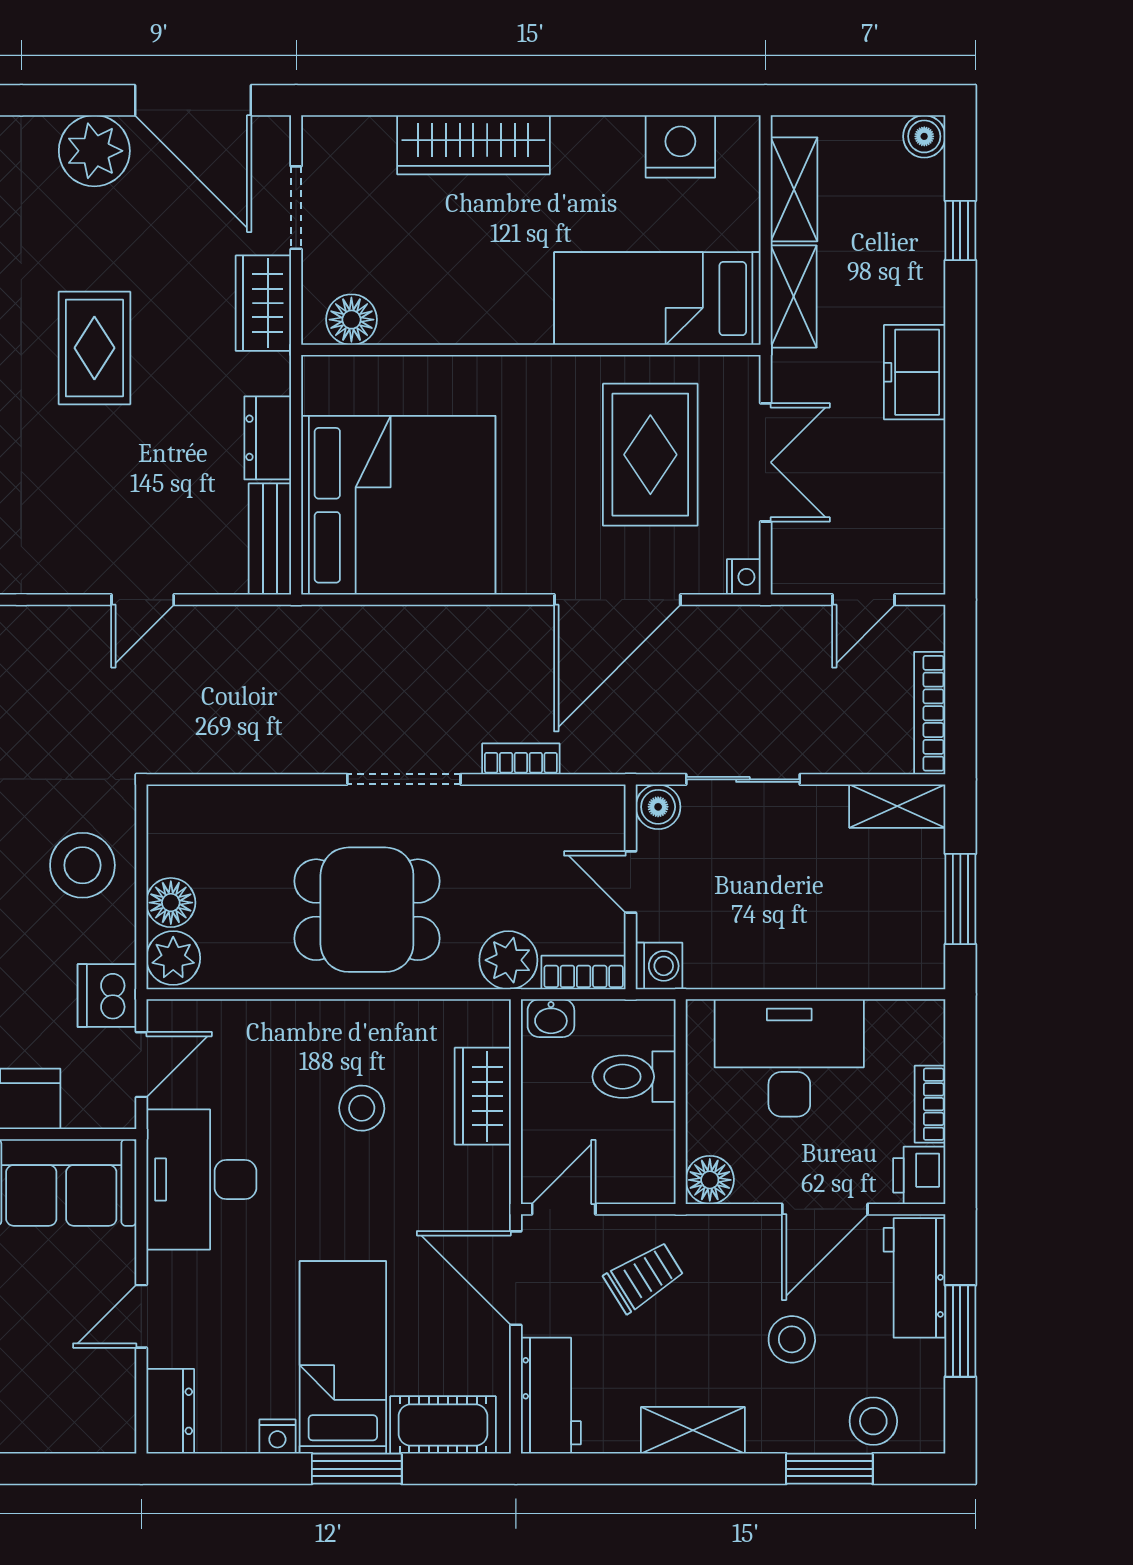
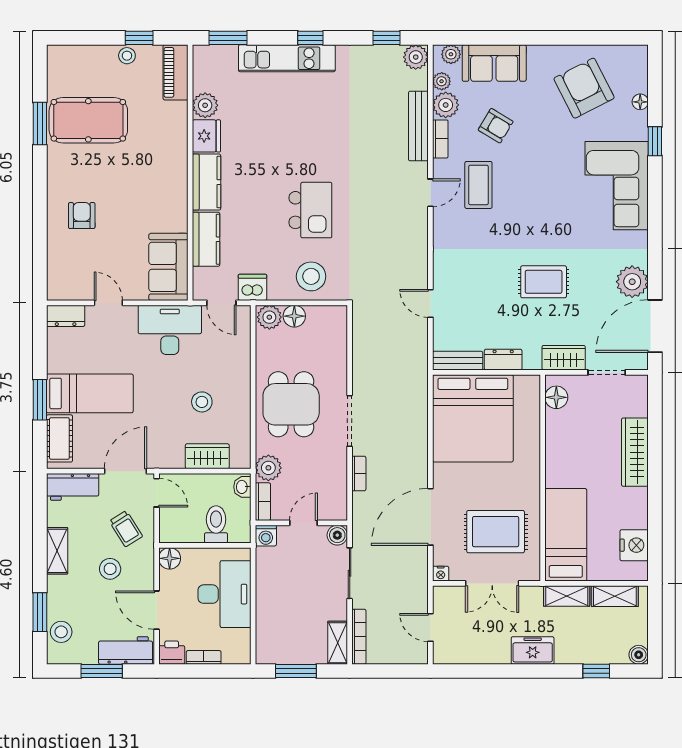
door: (617, 600) -> (430, 517), hinge flipped
bookcase: (930, 713) -> (359, 637), moved, turned 90
stool: (792, 1339) -> (110, 569), moved
nightstand: (277, 1437) -> (54, 364), removed

